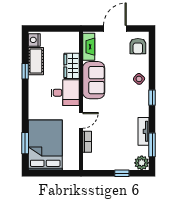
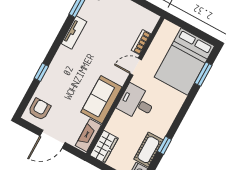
wardrobe: (72, 66) -> (104, 147), moved
side table: (139, 79) -> (56, 76), removed
window: (152, 98) -> (41, 72), moved
tv unit: (144, 131) -> (74, 33), moved

